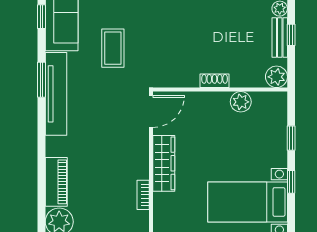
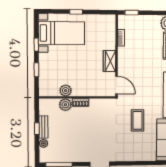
plant: (276, 77) -> (65, 105), moved
door: (151, 111) -> (117, 85), swing flipped
wardrobe: (164, 163) -> (109, 61), width x0.67

